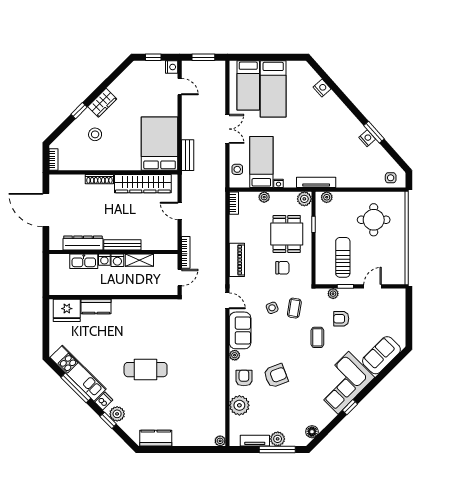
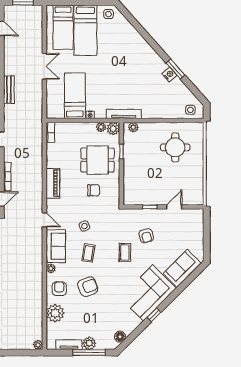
nightstand: (322, 88) -> (129, 30), removed
side table: (237, 169) -> (109, 14), moved
plant: (264, 197) -> (101, 127), moved
dining table: (287, 234) -> (97, 160), turned 90
sun lounger: (343, 257) -> (148, 181), removed
plant: (333, 294) -> (139, 213), removed
coffee table: (294, 308) -> (88, 253), moved
armchair: (341, 319) -> (146, 236), turned -105

